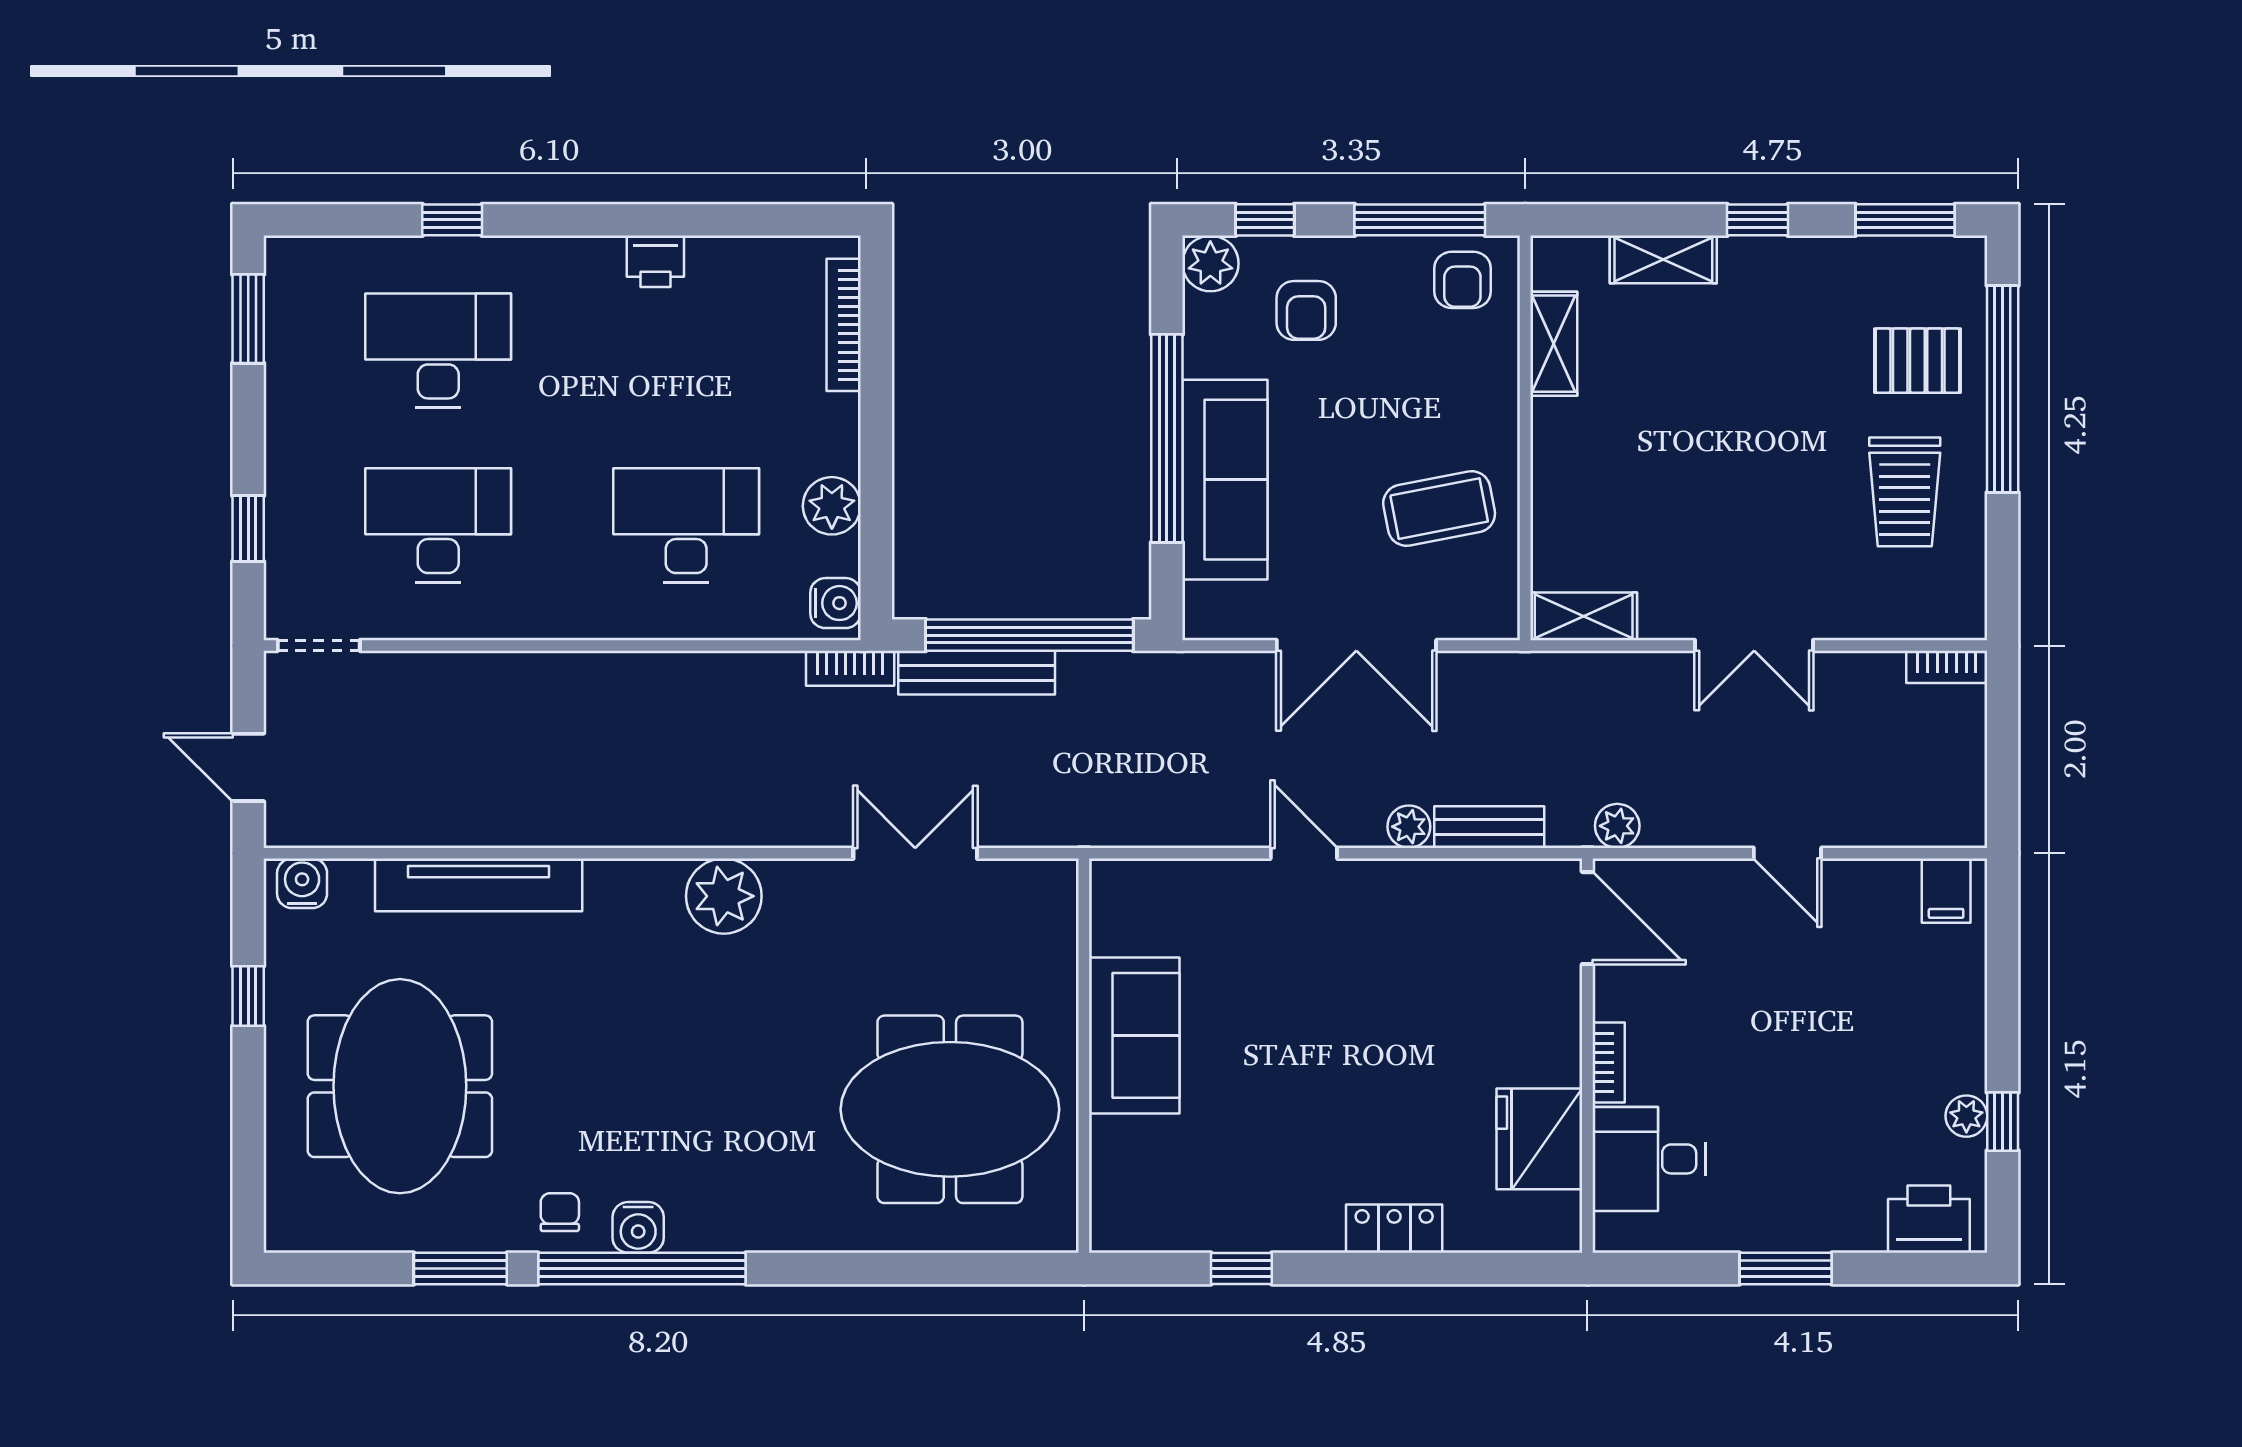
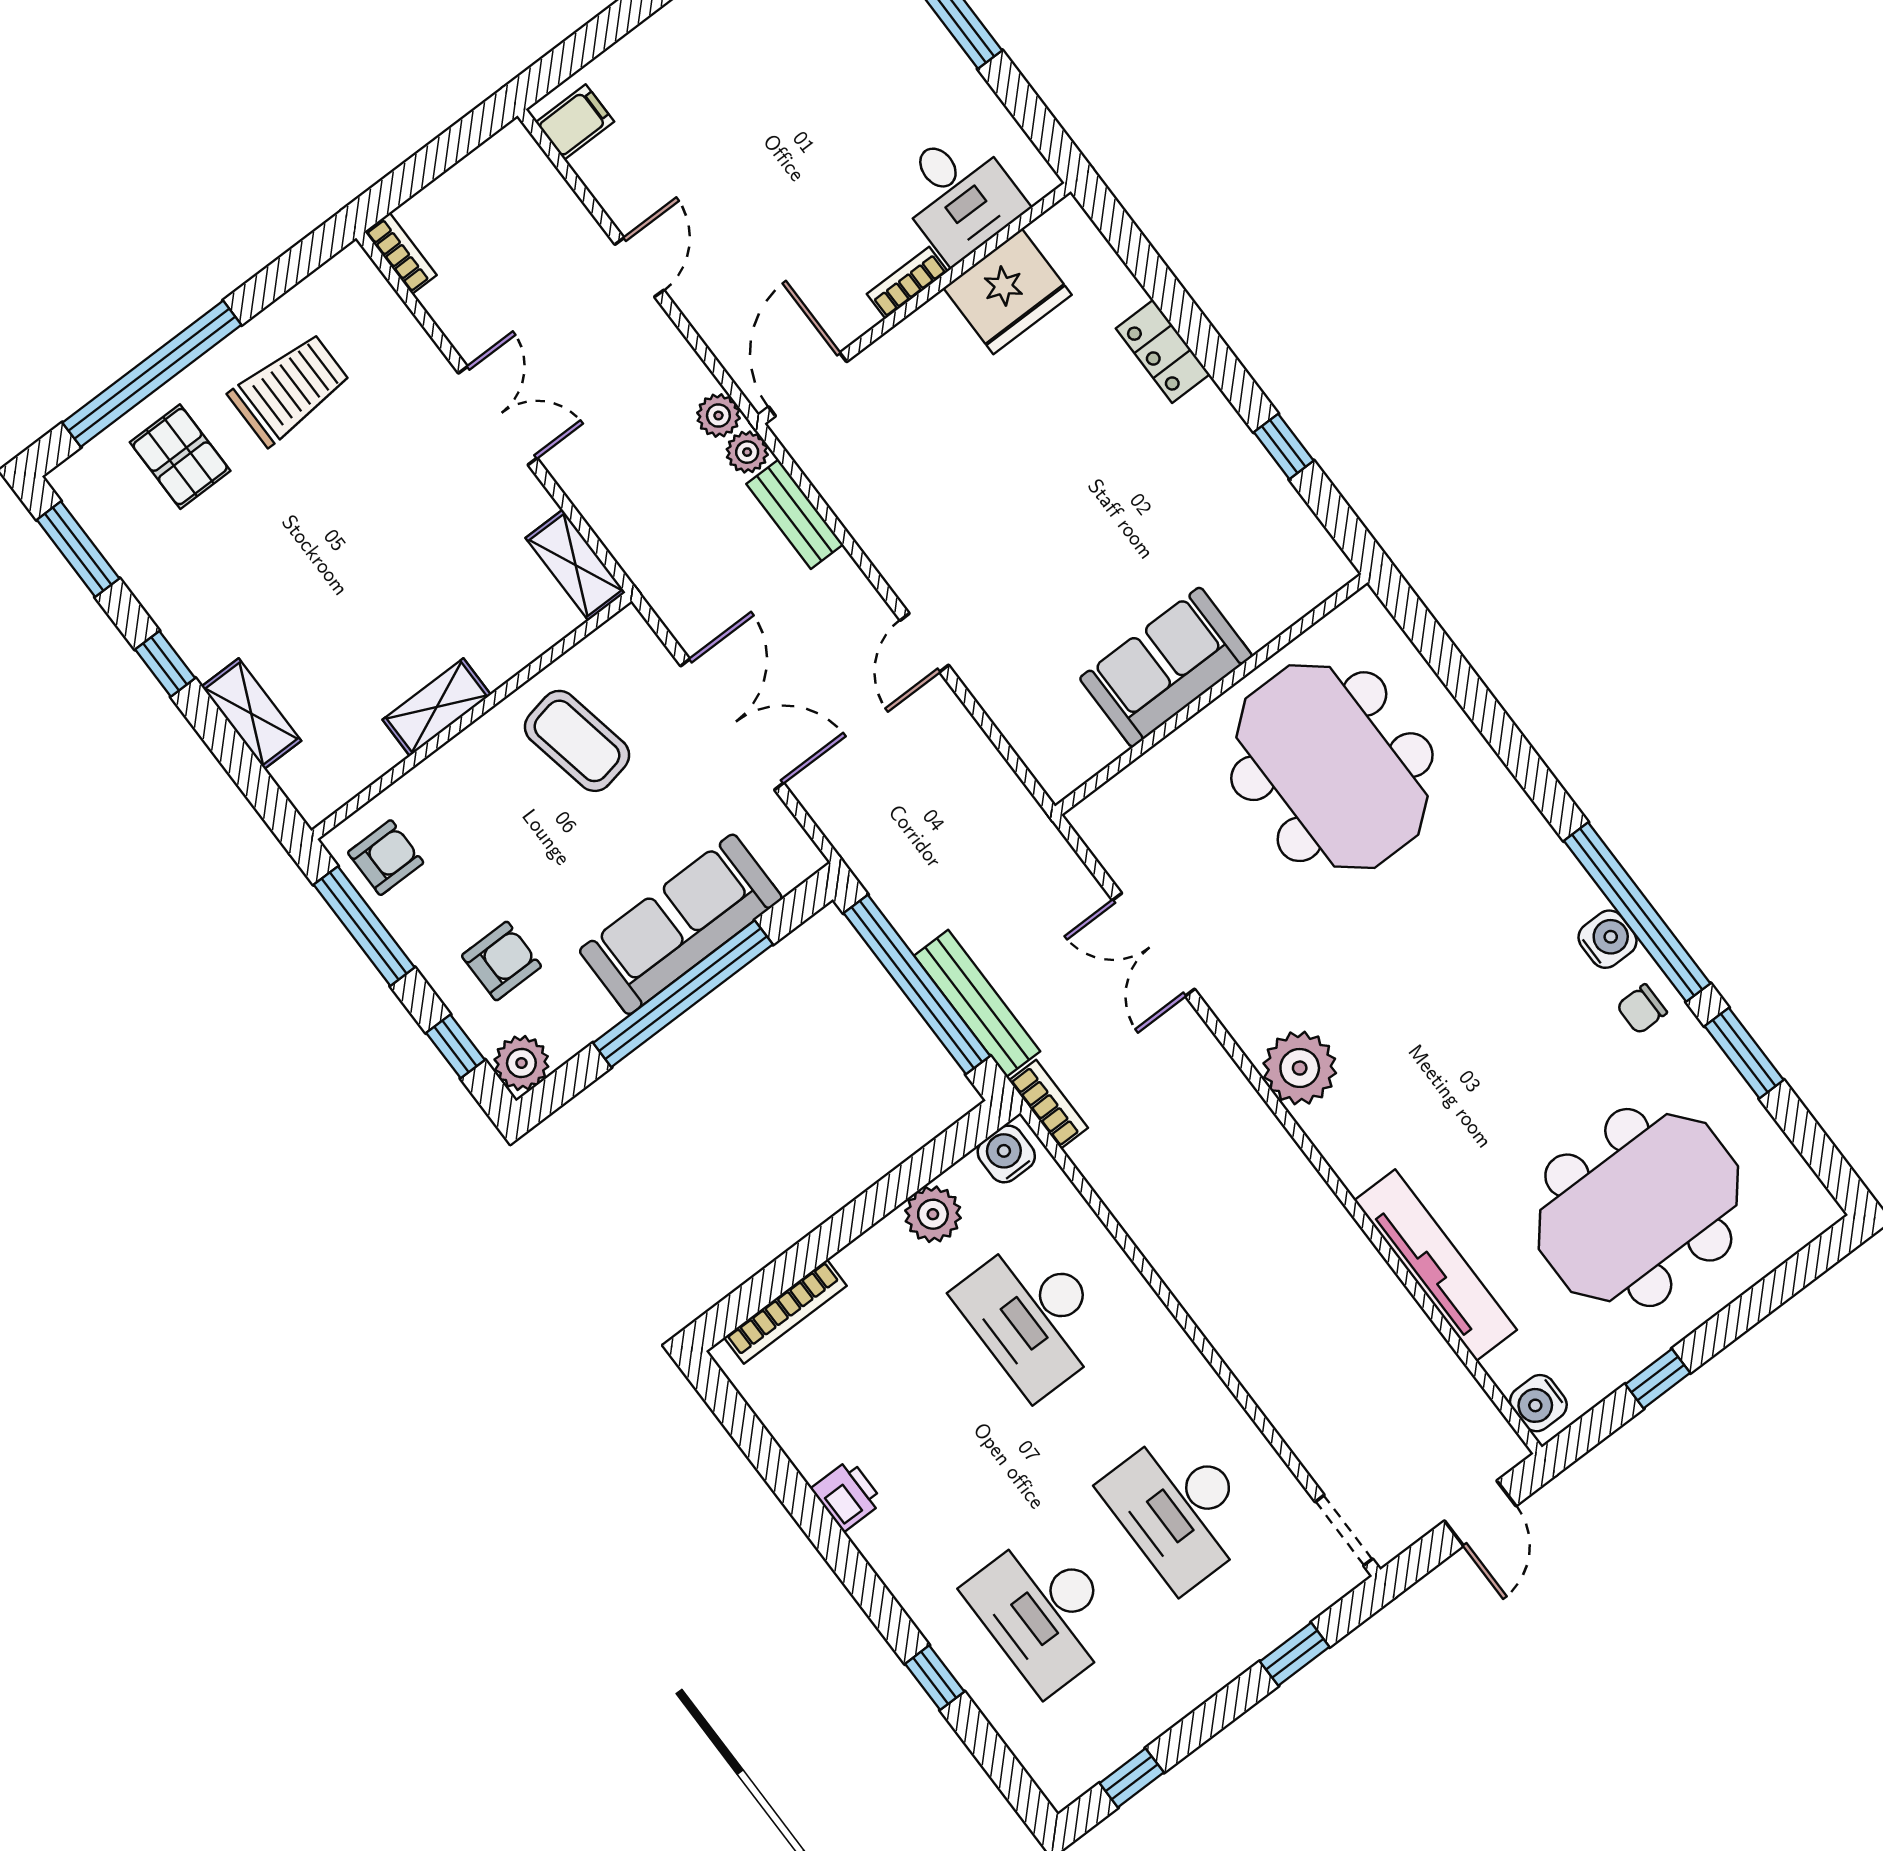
window: (248, 319) -> (1132, 1778), width x0.67
shelving: (1554, 344) -> (437, 707), moved
plant: (1409, 827) -> (747, 452), moved

